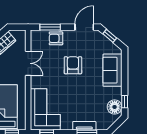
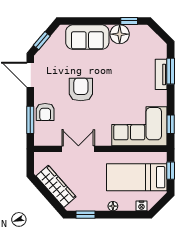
armchair: (73, 65) -> (81, 90), turned 90
floor lamp: (115, 107) -> (120, 34), moved

